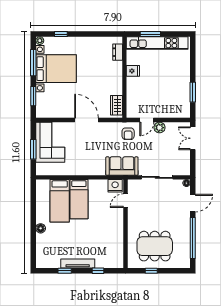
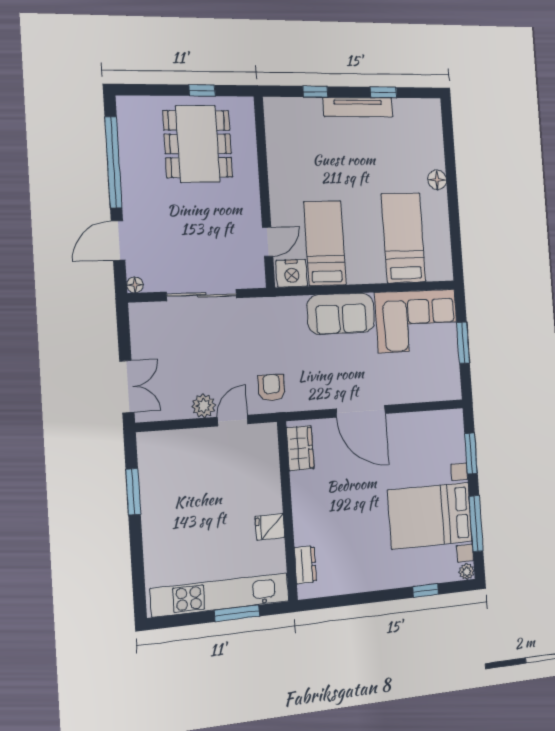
corner sofa: (50, 142) -> (417, 321), moved, turned -90
sofa: (122, 166) -> (341, 314), moved
bed: (79, 199) -> (325, 243), moved
dining table: (155, 246) -> (198, 144), turned 90

